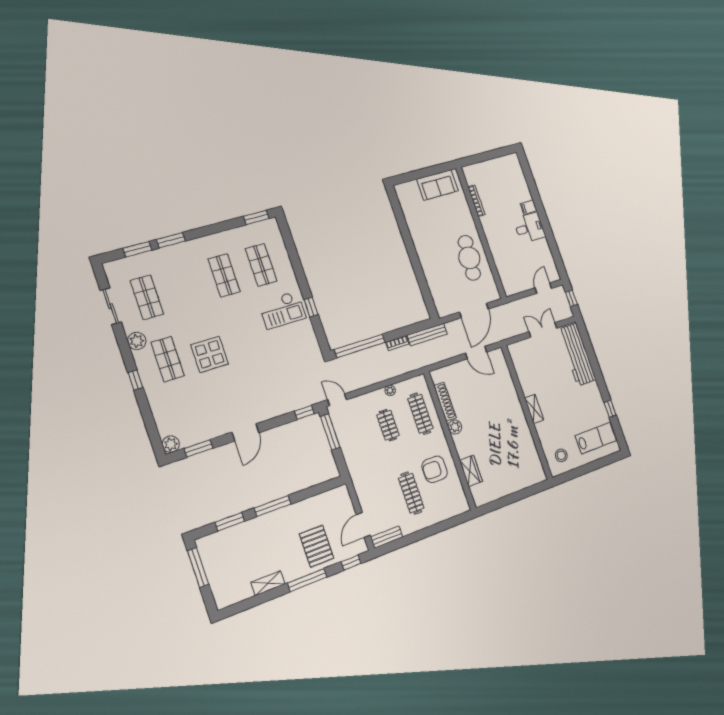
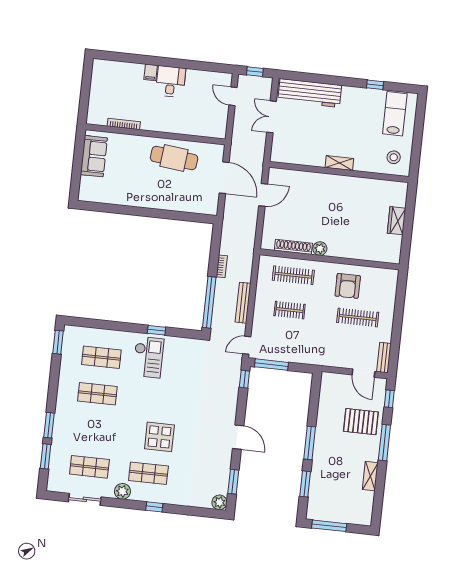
bench: (427, 335) -> (243, 303), moved
plant: (390, 390) -> (260, 293), removed
wardrobe: (471, 471) -> (397, 221), moved, turned -90

